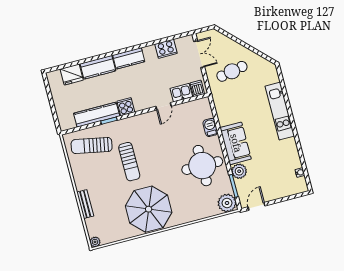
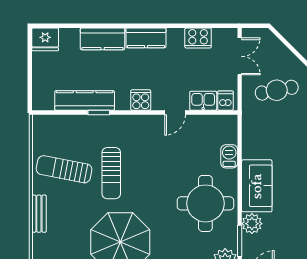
fridge: (72, 74) -> (45, 39), moved
cooker: (126, 107) -> (141, 100), moved
sun lounger: (92, 146) -> (64, 169), moved

